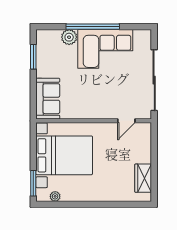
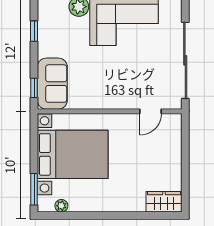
window: (33, 57) -> (34, 31), width x0.67
window: (33, 102) -> (34, 88), added
wardrobe: (143, 178) -> (164, 202), moved, turned 90

